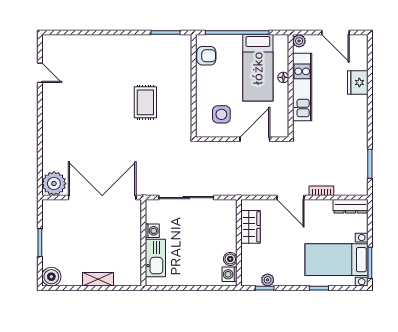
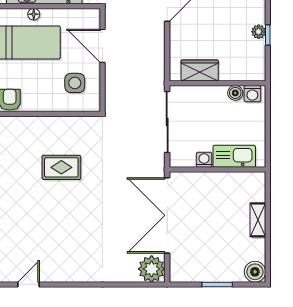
wardrobe: (250, 227) -> (200, 70), moved
wall: (239, 243) -> (217, 83), moved
boiler: (230, 259) -> (235, 93), moved
washing machine: (230, 274) -> (252, 94), moved

